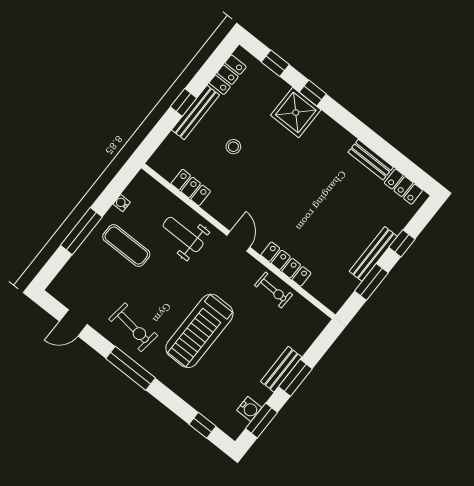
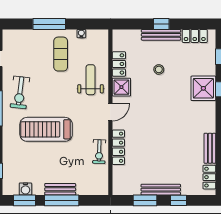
shower: (220, 206) -> (121, 87), added
window: (295, 378) -> (62, 200), width x1.44

